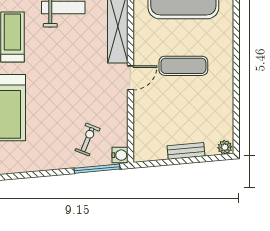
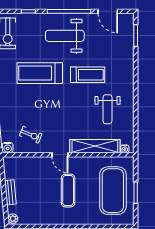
exercise bike: (88, 140) -> (31, 135), moved

